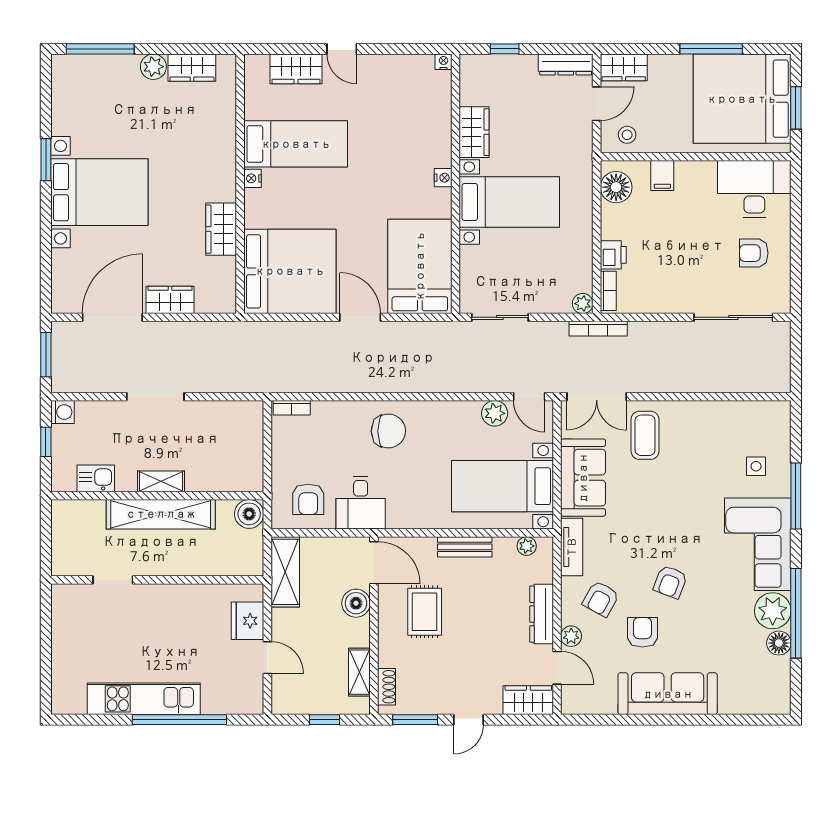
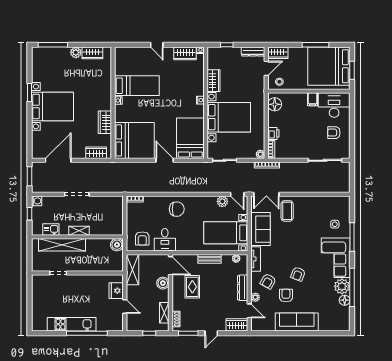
wardrobe: (296, 69) -> (185, 53), moved
filing cabinet: (662, 175) -> (313, 99), moved
bed with nightstands: (509, 202) -> (229, 117), width x1.36
wardrobe: (170, 300) -> (96, 153), moved
shelving: (161, 514) -> (62, 245), moved

